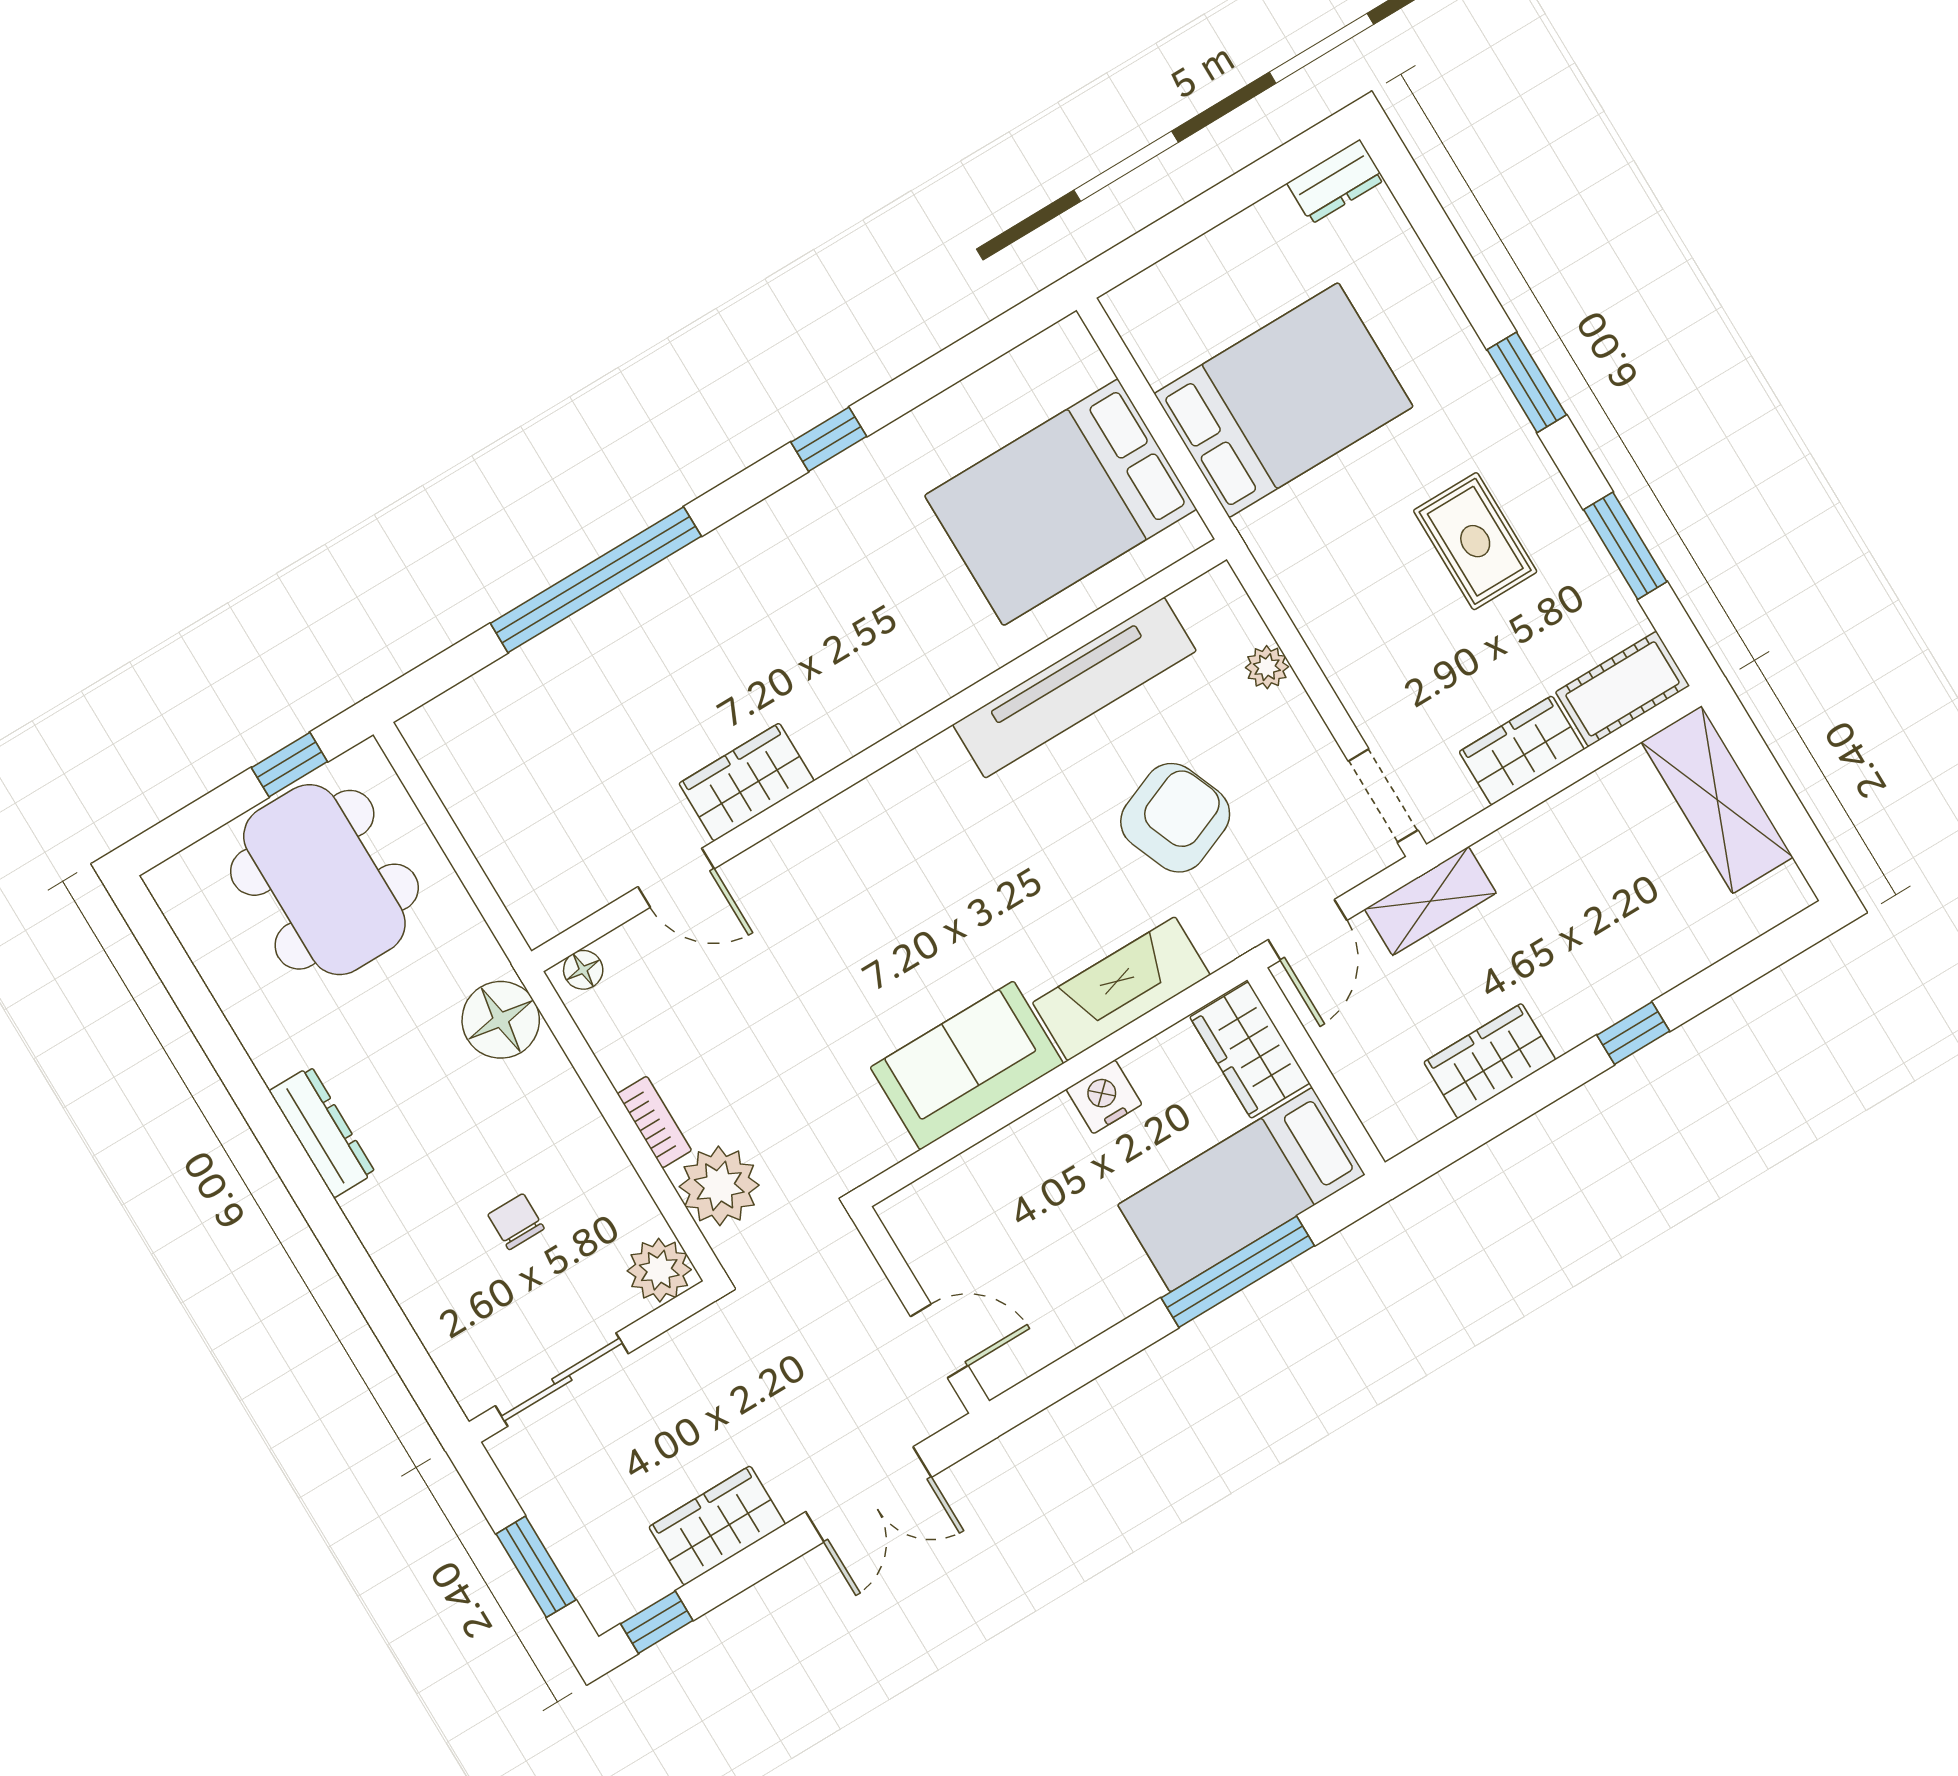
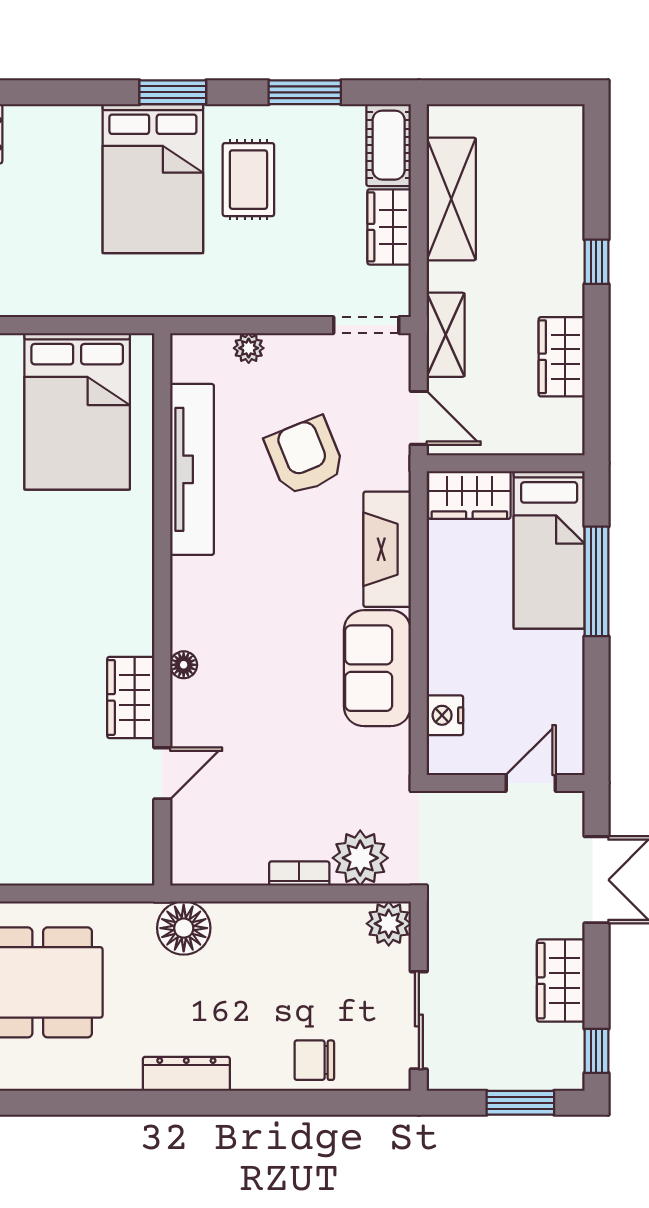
bed: (1284, 400) -> (153, 179), moved, turned 180
rug: (1475, 541) -> (248, 180), turned 90
shelving: (1717, 800) -> (451, 199), moved, turned 90
floor lamp: (583, 970) -> (184, 665), moved
nightstand: (1104, 1097) -> (445, 715), moved
chair: (516, 1222) -> (314, 1060), moved, width x1.37, depth x1.37

